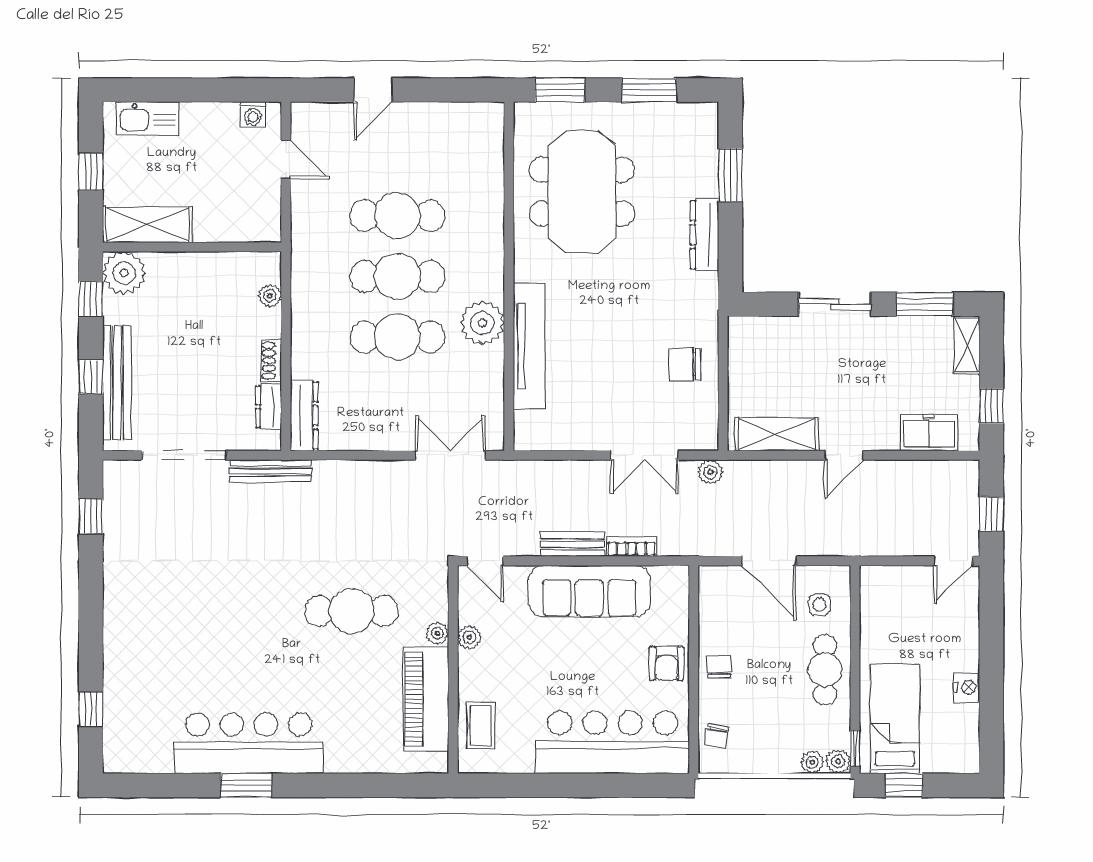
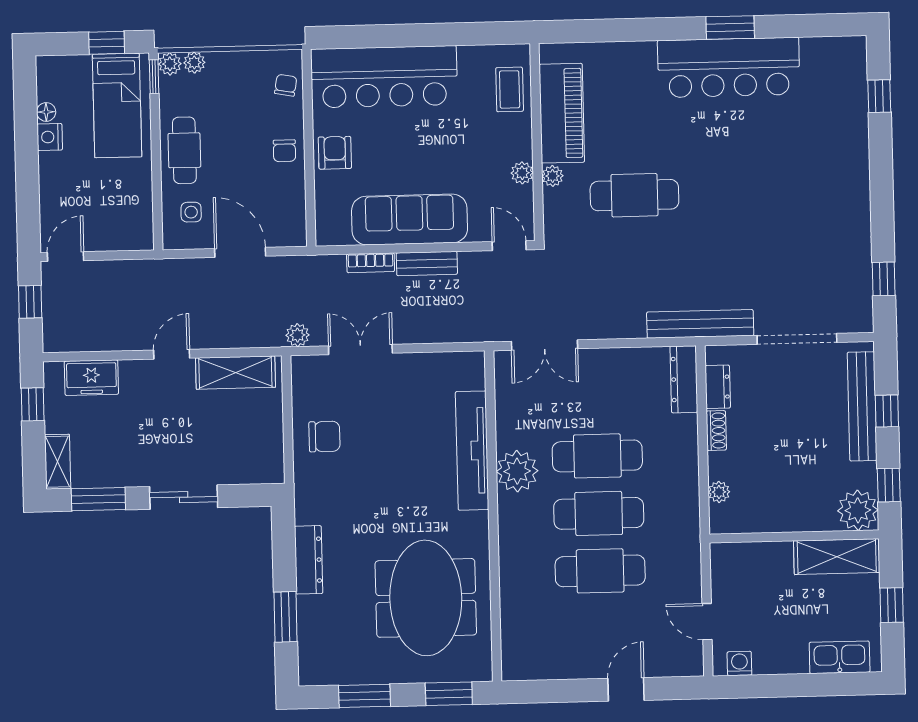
bench: (271, 471) -> (700, 324), width x1.37, depth x1.21
floor lamp: (970, 714) -> (46, 112), added

